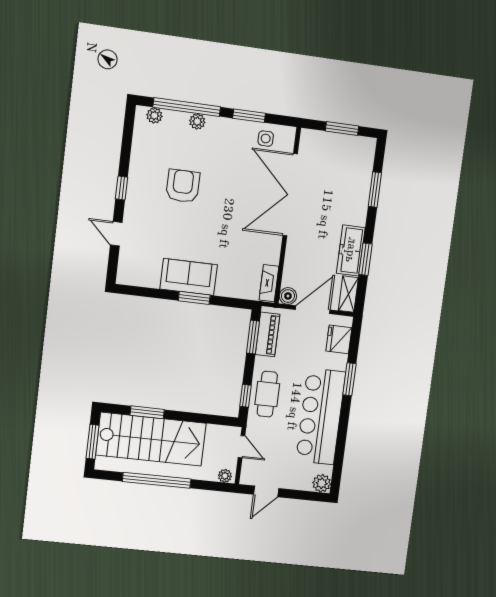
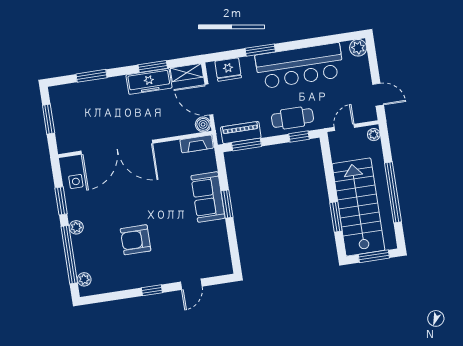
plant: (197, 121) -> (76, 227), moved
sofa: (189, 277) -> (208, 197), moved

